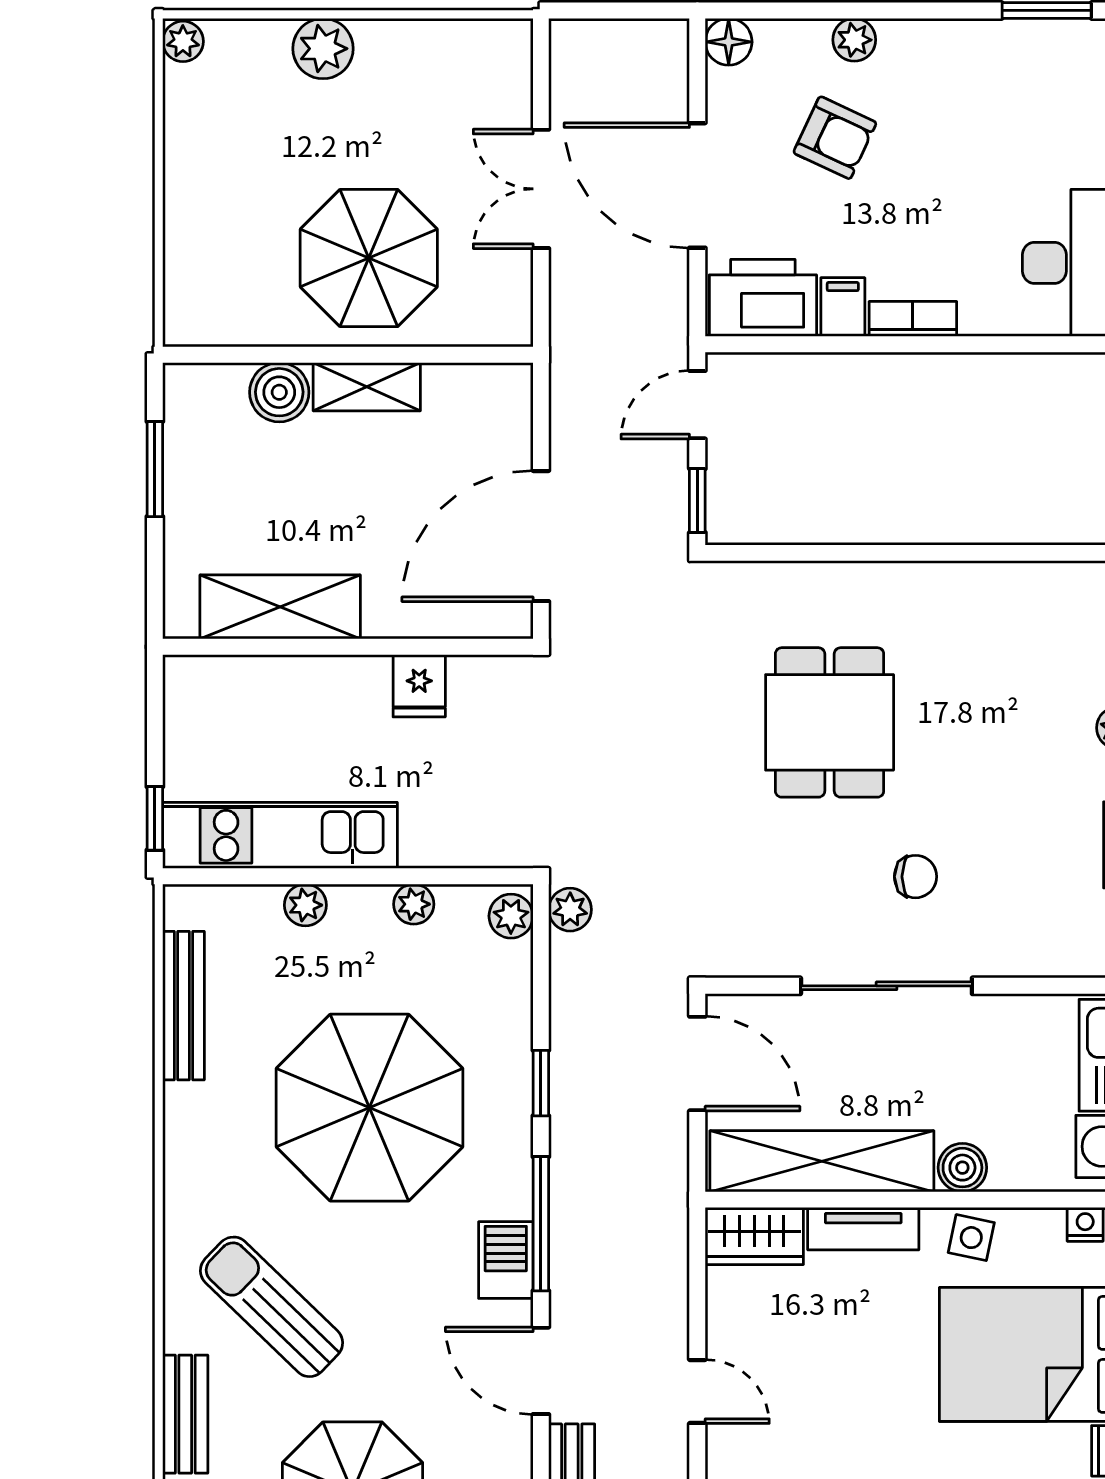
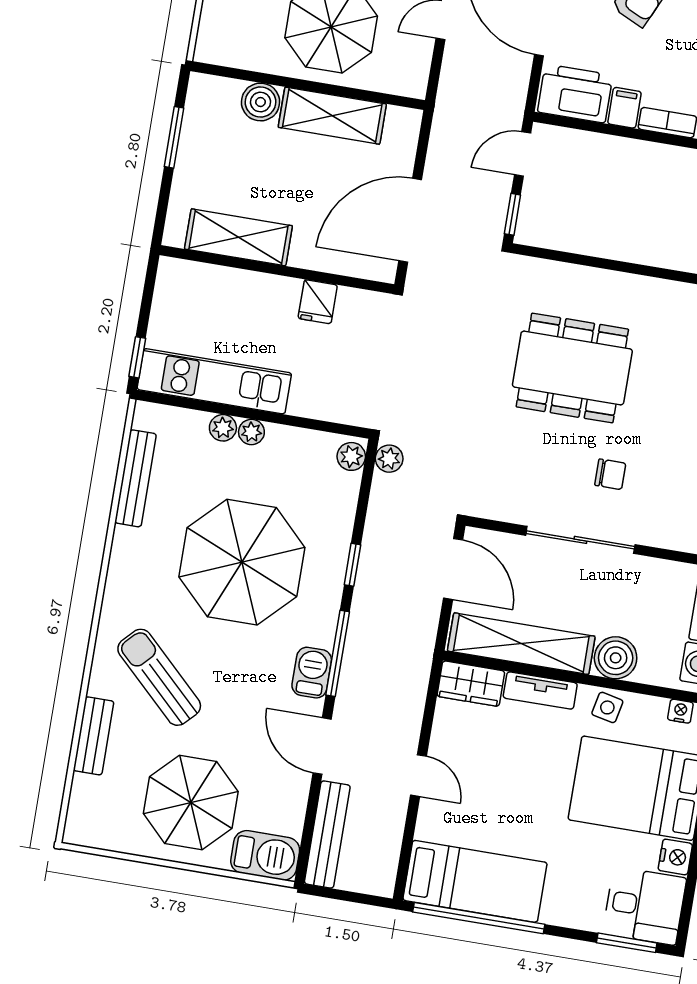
shelving: (367, 387) -> (332, 116), width x1.50, depth x1.33
dining table: (830, 722) -> (572, 368), width x1.38
plant: (414, 904) -> (251, 432), moved
boiler: (962, 1168) -> (616, 658), width x1.36, depth x1.36

